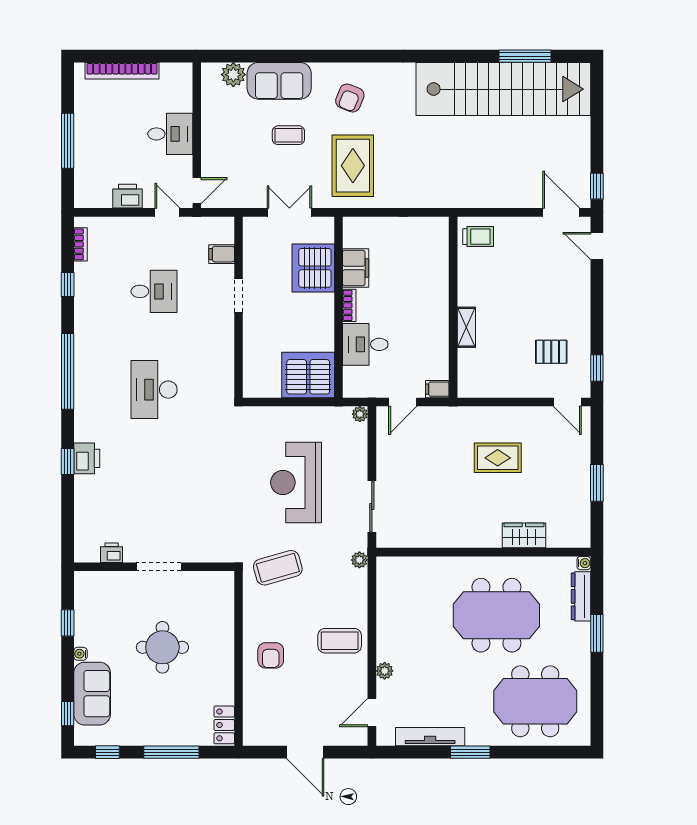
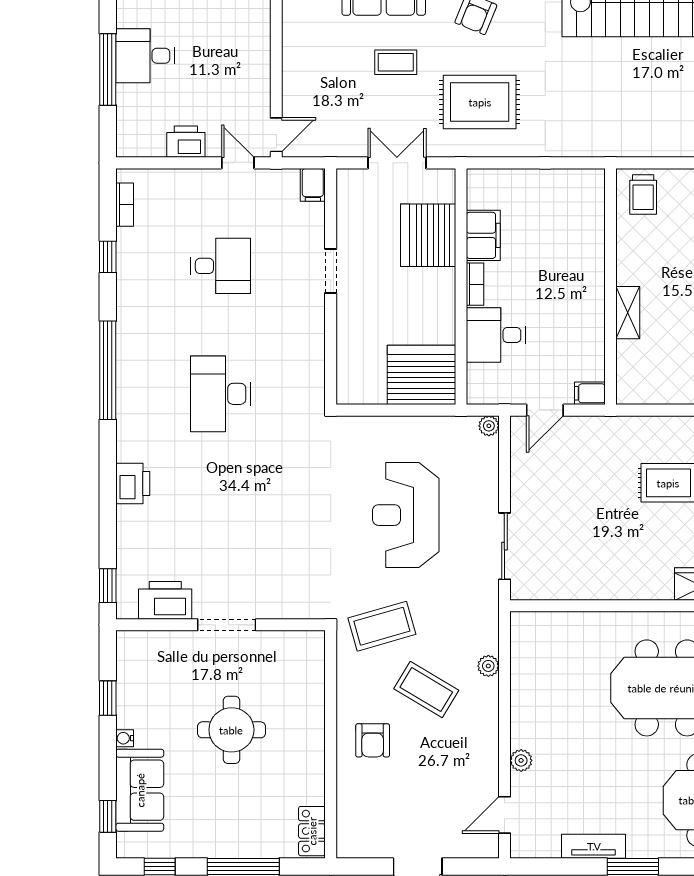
desk: (170, 134) -> (145, 56), moved, turned 180
rug: (353, 166) -> (480, 102), turned 90
trolley: (478, 237) -> (643, 194), turned 90
filing cabinet: (222, 254) -> (313, 185), moved, turned -90
window: (68, 462) -> (108, 586), moved
printer: (112, 553) -> (165, 600), width x1.87, depth x1.48
plant: (359, 560) -> (488, 666), moved
coffee table: (340, 641) -> (426, 690), moved, turned 31
tv unit: (430, 737) -> (594, 846), width x0.71

